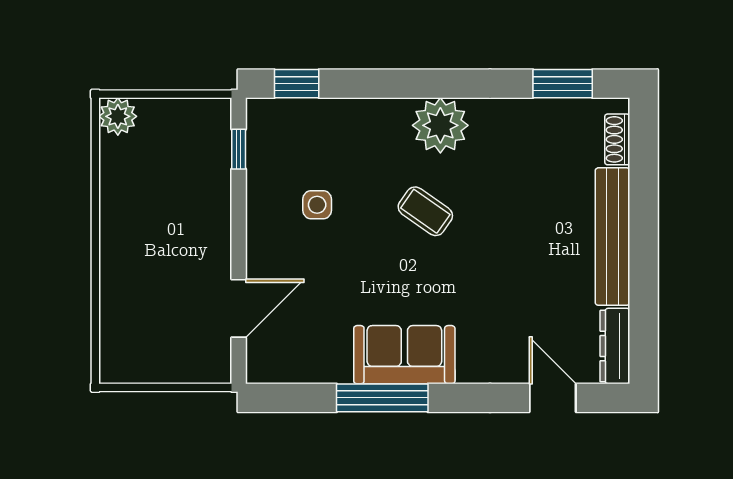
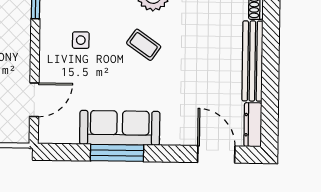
sofa: (404, 355) -> (120, 128), width x1.36
door: (553, 398) -> (216, 154), width x1.38

